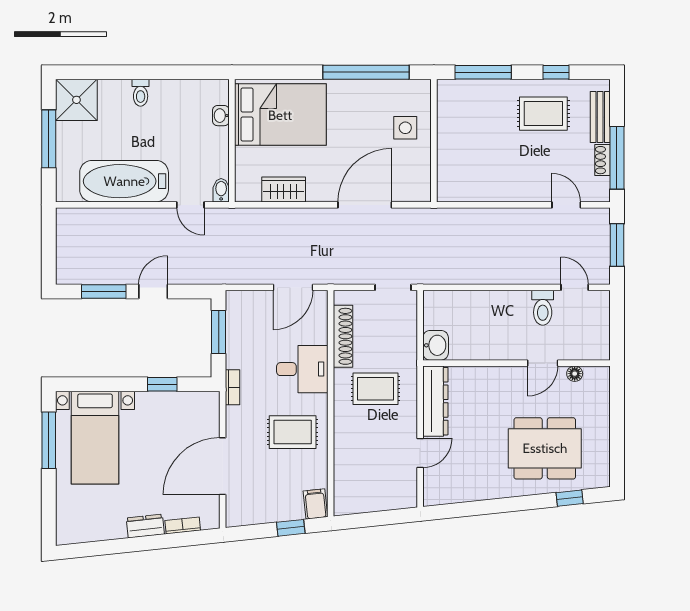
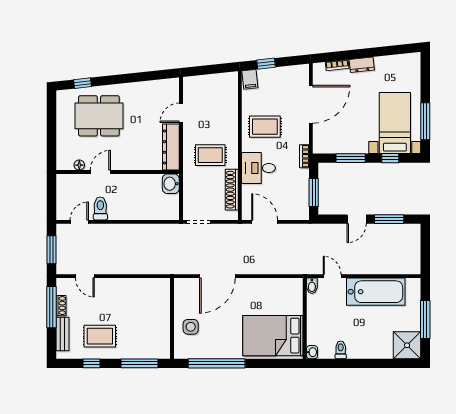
toilet: (141, 93) -> (341, 350), moved
washbasin: (221, 116) -> (312, 352), moved
wardrobe: (284, 189) -> (271, 286), removed
door: (293, 287) -> (265, 222), hinge flipped
door: (575, 287) -> (79, 222), swing flipped
window: (102, 384) -> (390, 158), added
window: (162, 384) -> (351, 158), width x1.50

